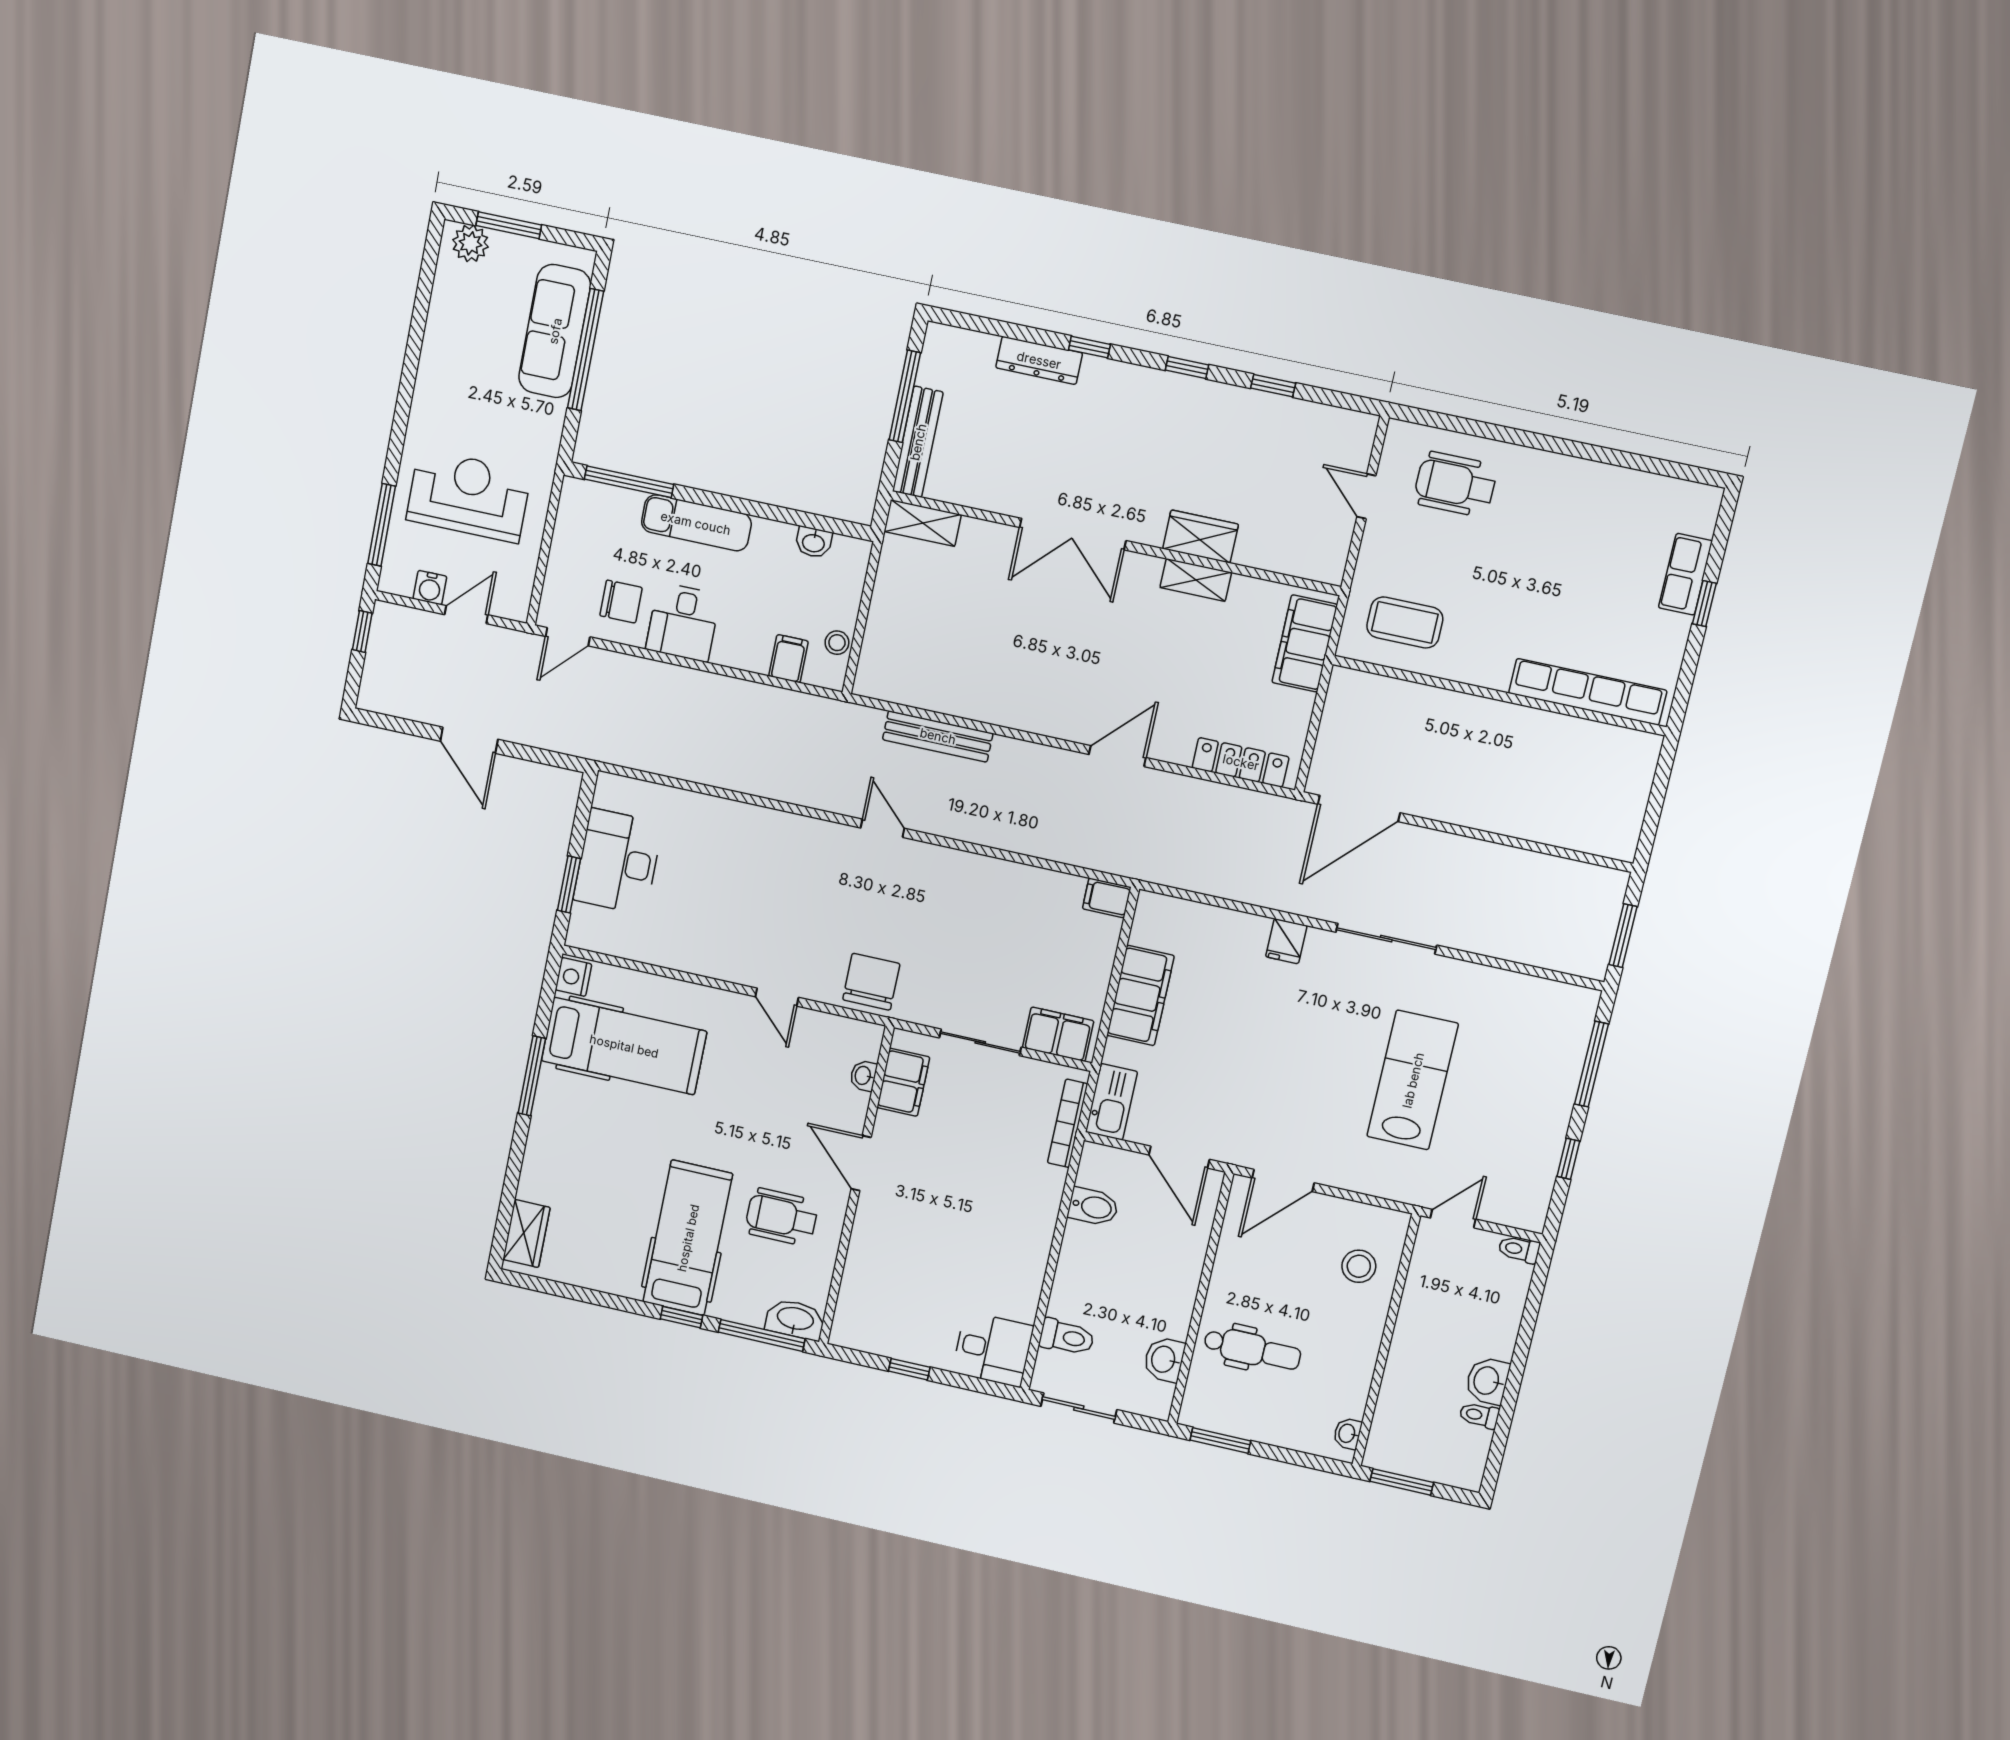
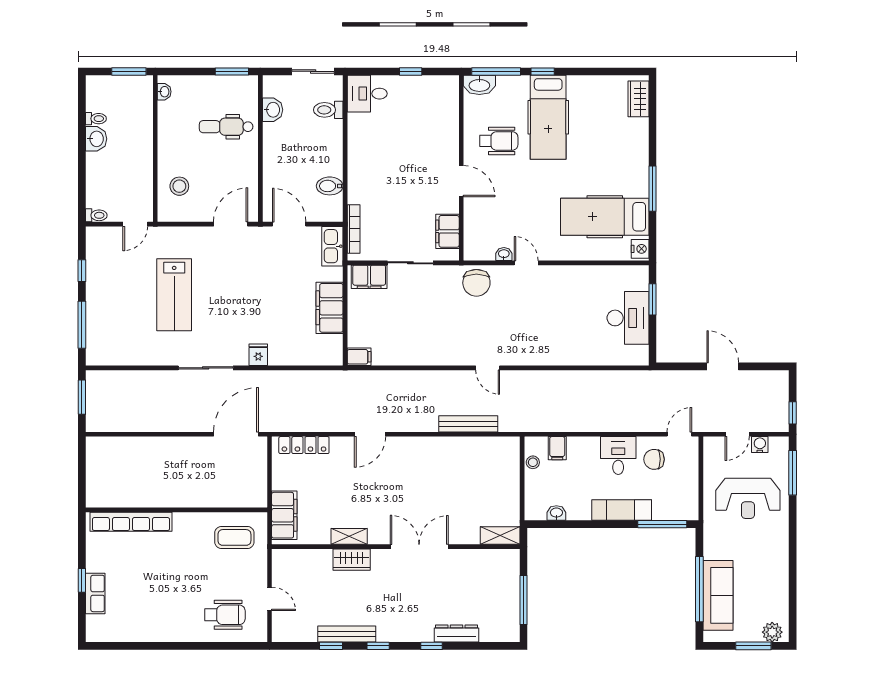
bench: (918, 442) -> (347, 634), moved, turned 90
washbasin: (863, 1076) -> (504, 254), moved, turned -90

